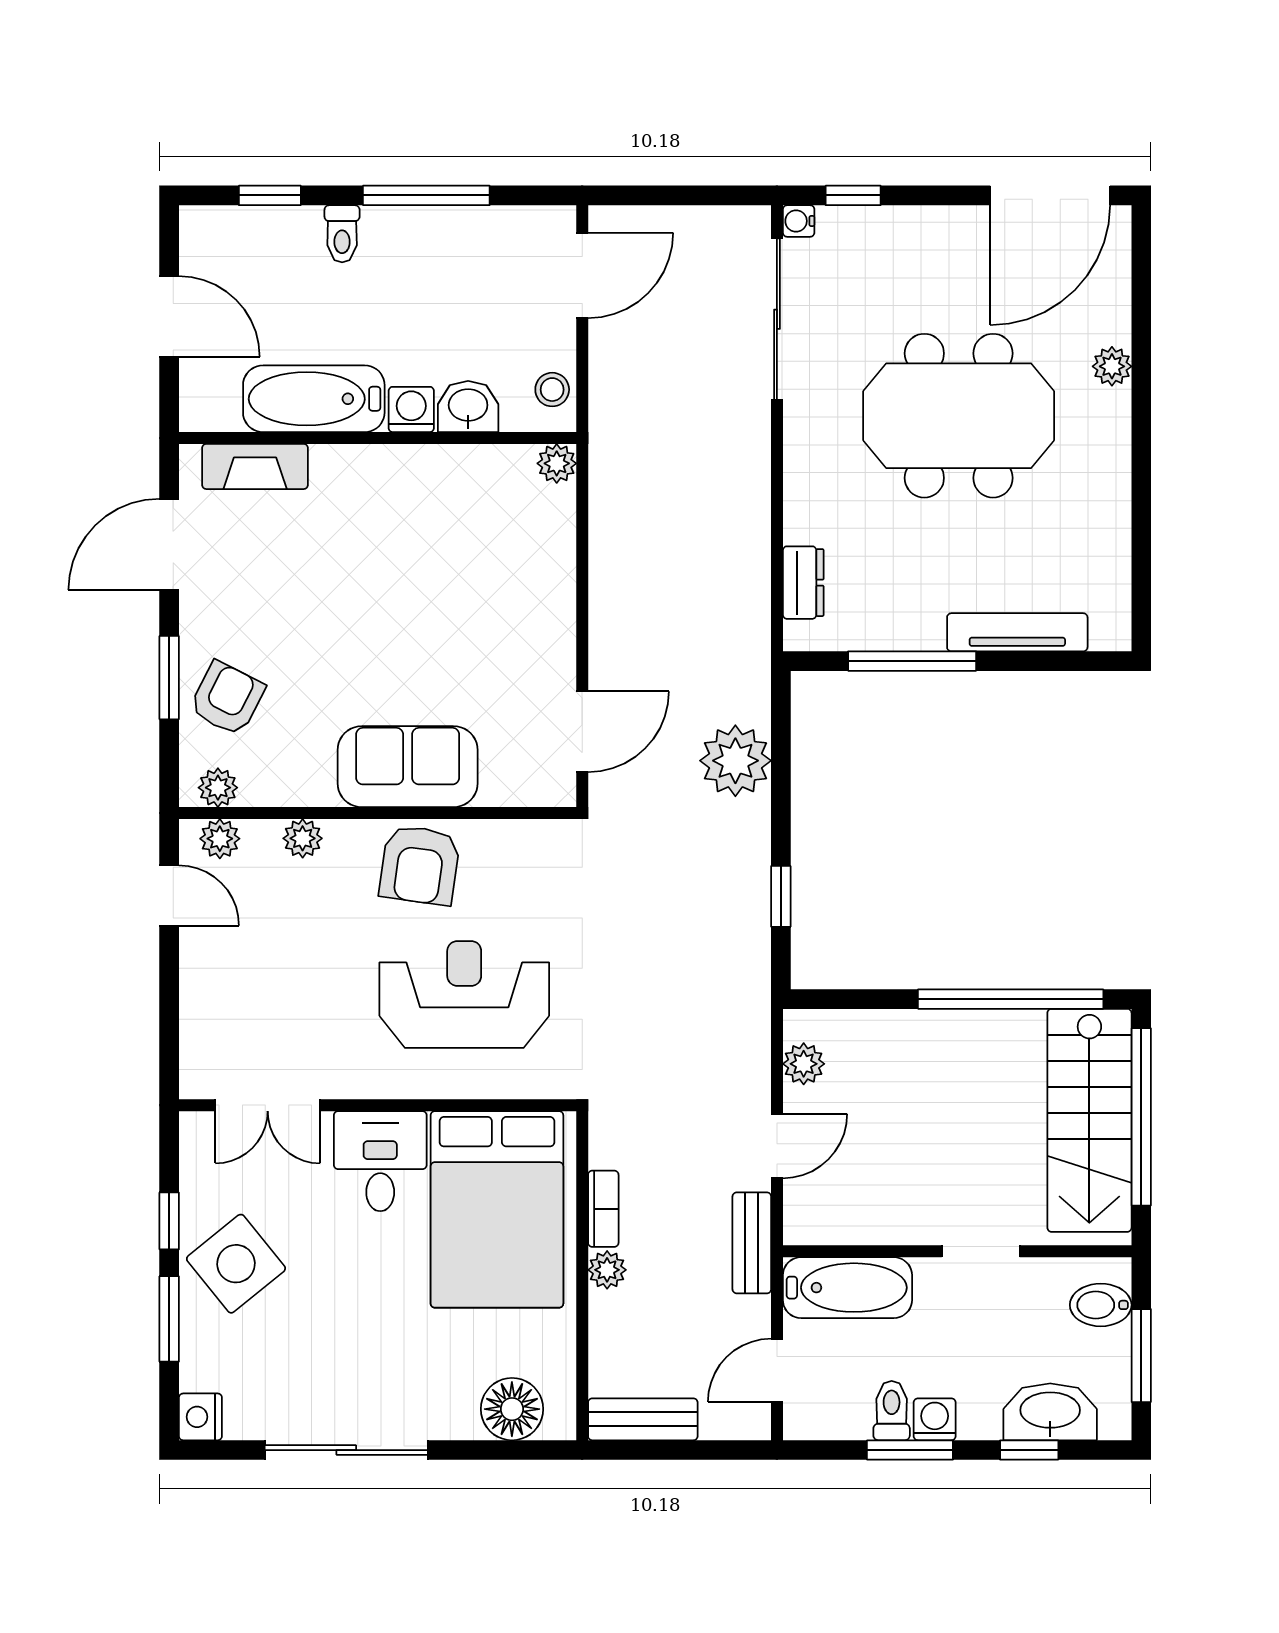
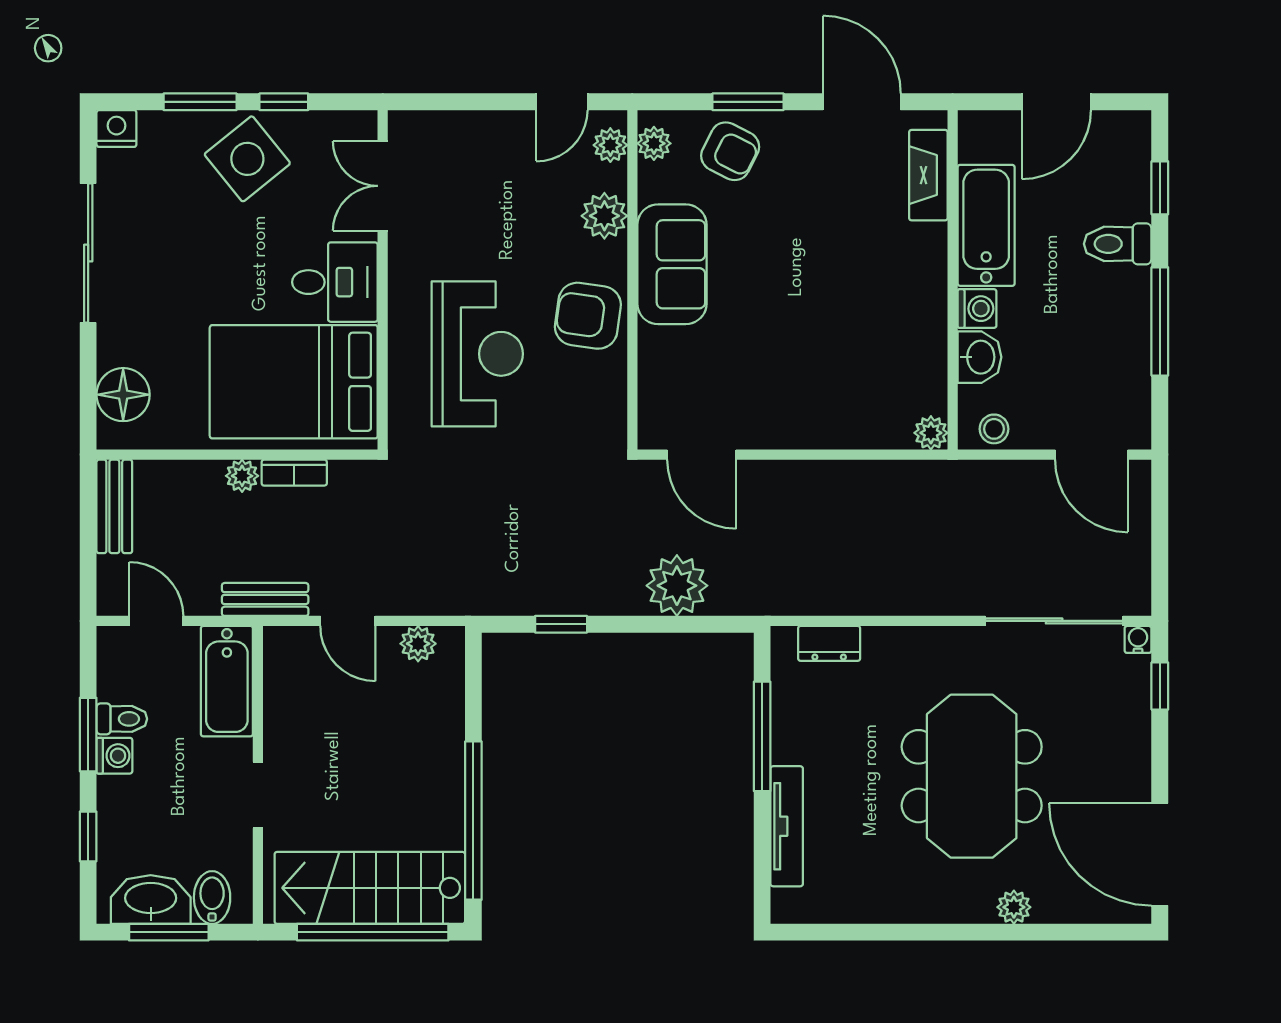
toilet: (342, 234) -> (1118, 244), width x1.37, depth x1.39
sofa: (408, 767) -> (672, 264), moved
plant: (303, 838) -> (604, 216), width x1.38, depth x1.38
washbasin: (1050, 1412) -> (151, 899), moved, turned -90

